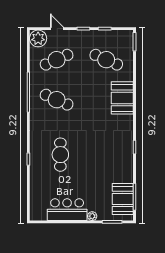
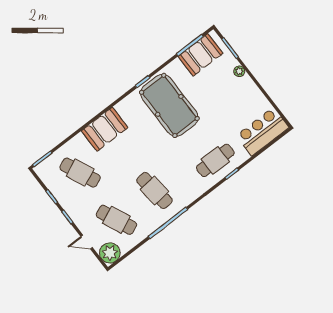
door: (57, 29) -> (87, 242), hinge flipped
cafe table: (106, 60) -> (80, 173), turned -48
cafe table: (57, 100) -> (154, 190), turned -30
pool table: (105, 153) -> (169, 105), added
cafe table: (60, 155) -> (215, 160), moved
bar counter: (67, 210) -> (262, 132), moved, turned 90

